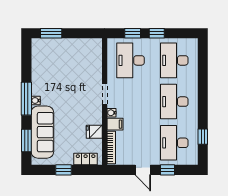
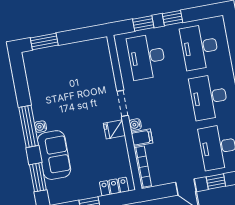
sofa: (42, 132) -> (54, 155), width x0.73
fridge: (94, 132) -> (114, 129), moved

